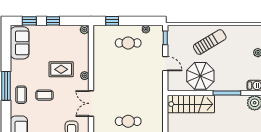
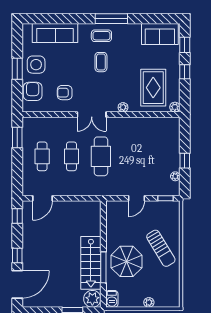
window: (112, 21) -> (185, 161), moved
cafe table: (128, 43) -> (101, 156), moved, width x1.37, depth x1.35
rug: (61, 69) -> (153, 88), moved, width x1.36, depth x1.43
parasol: (200, 76) -> (126, 261), moved
double door: (91, 103) -> (92, 114), swing flipped
stairs: (191, 104) -> (91, 263), moved

